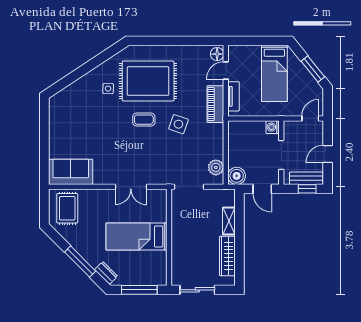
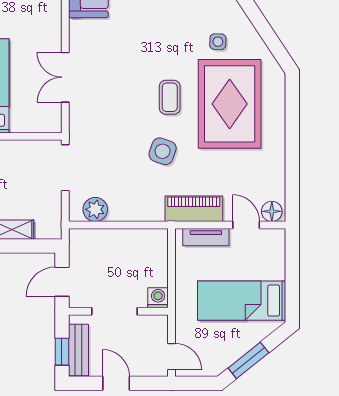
boiler: (237, 176) -> (82, 242), removed

